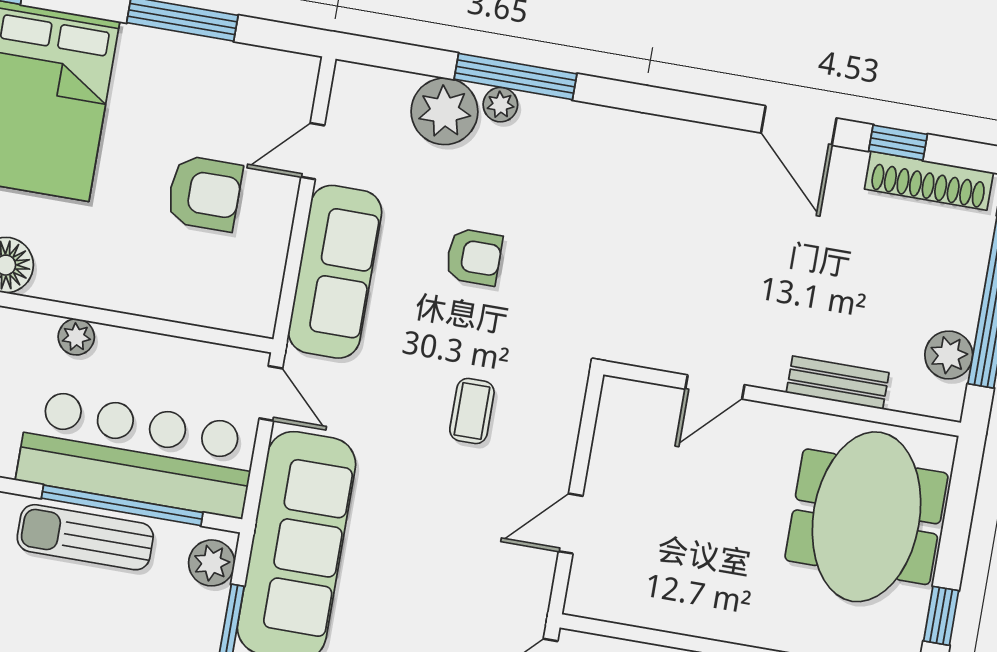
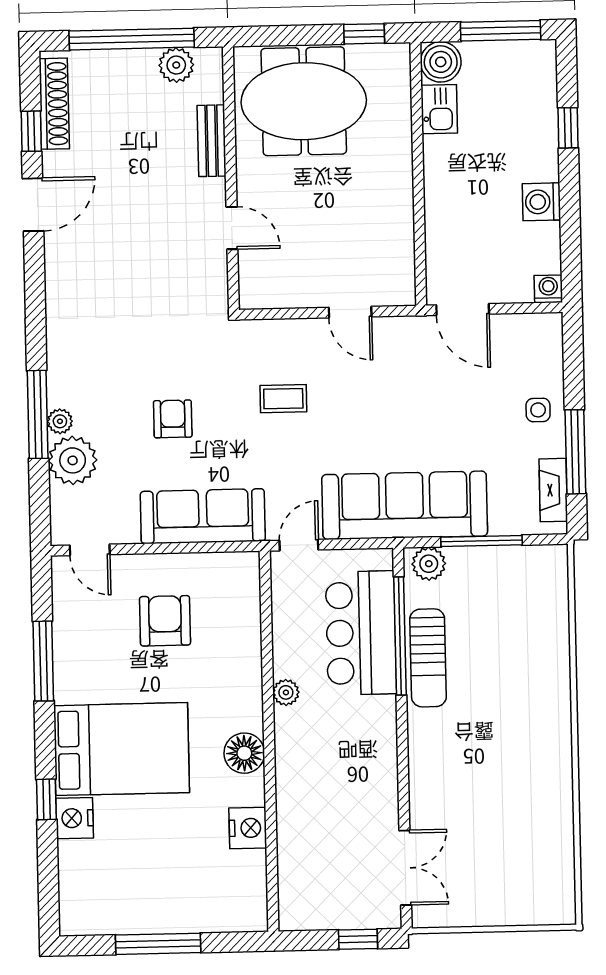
door: (313, 151) -> (90, 550), moved
bar counter: (137, 454) -> (361, 633), width x0.73

